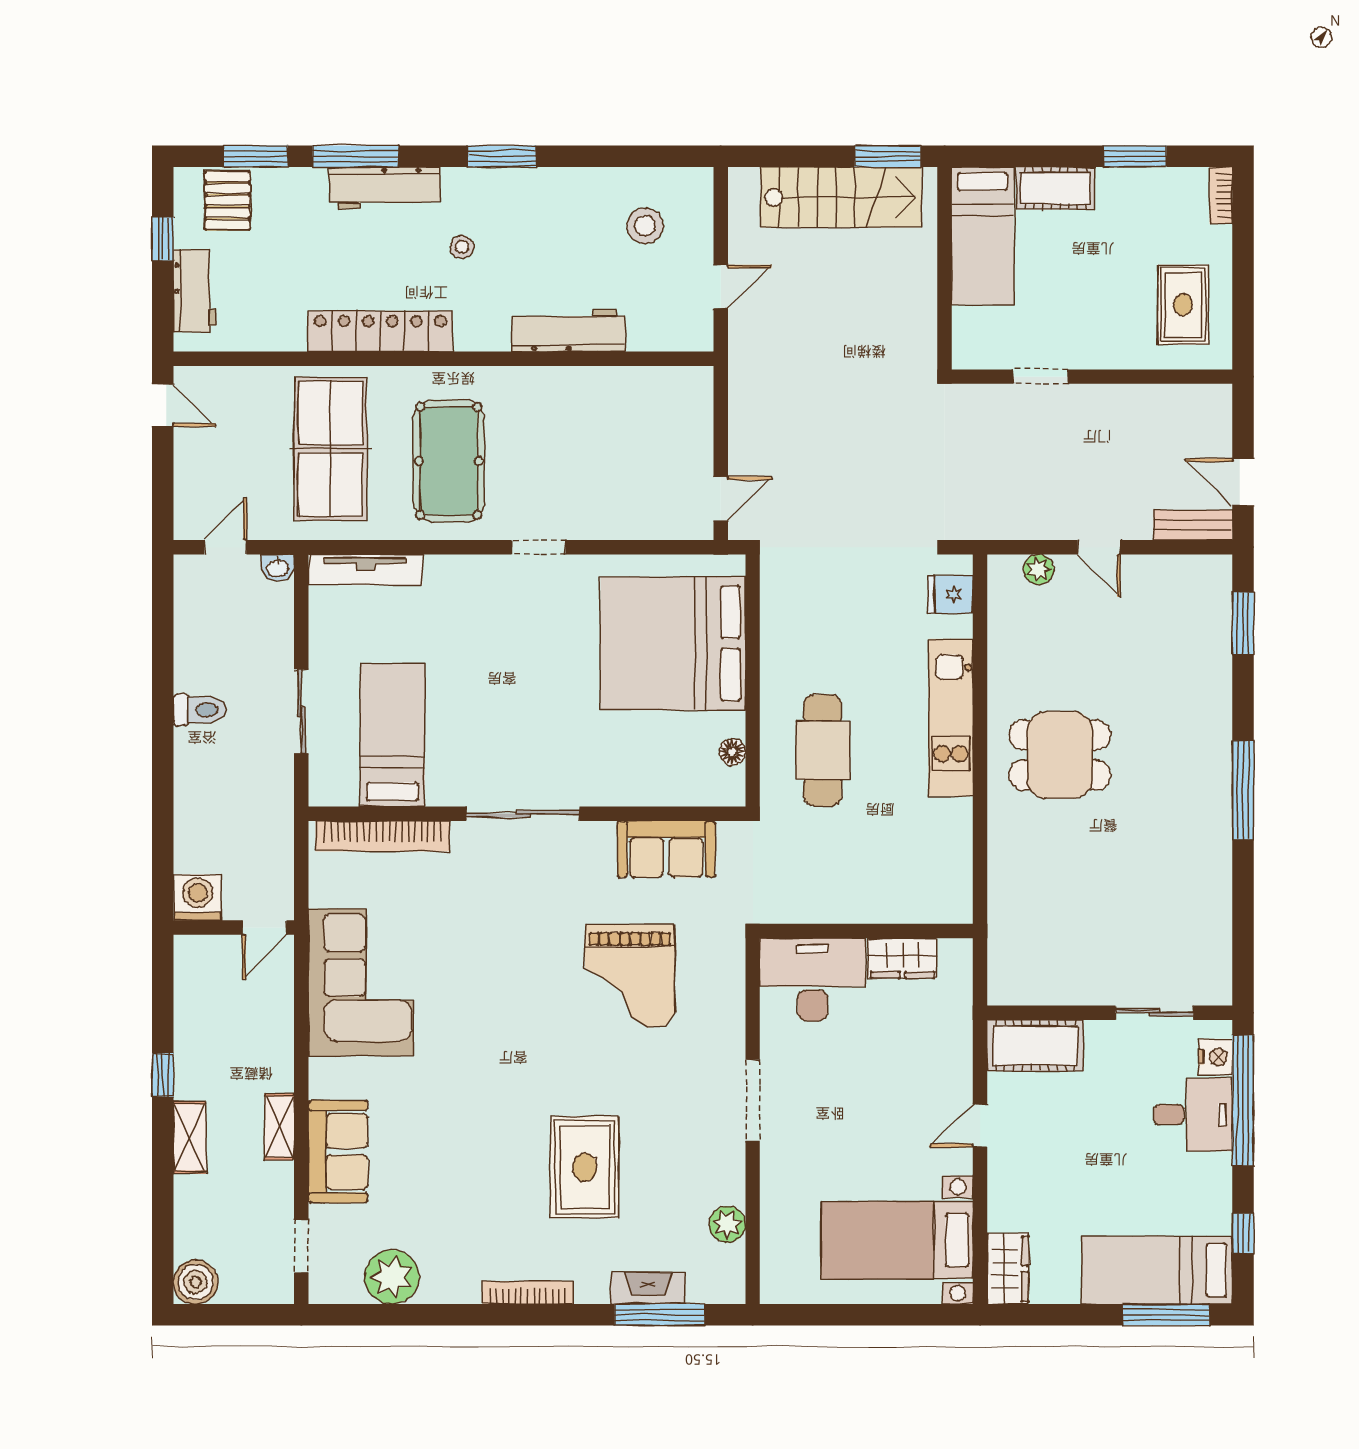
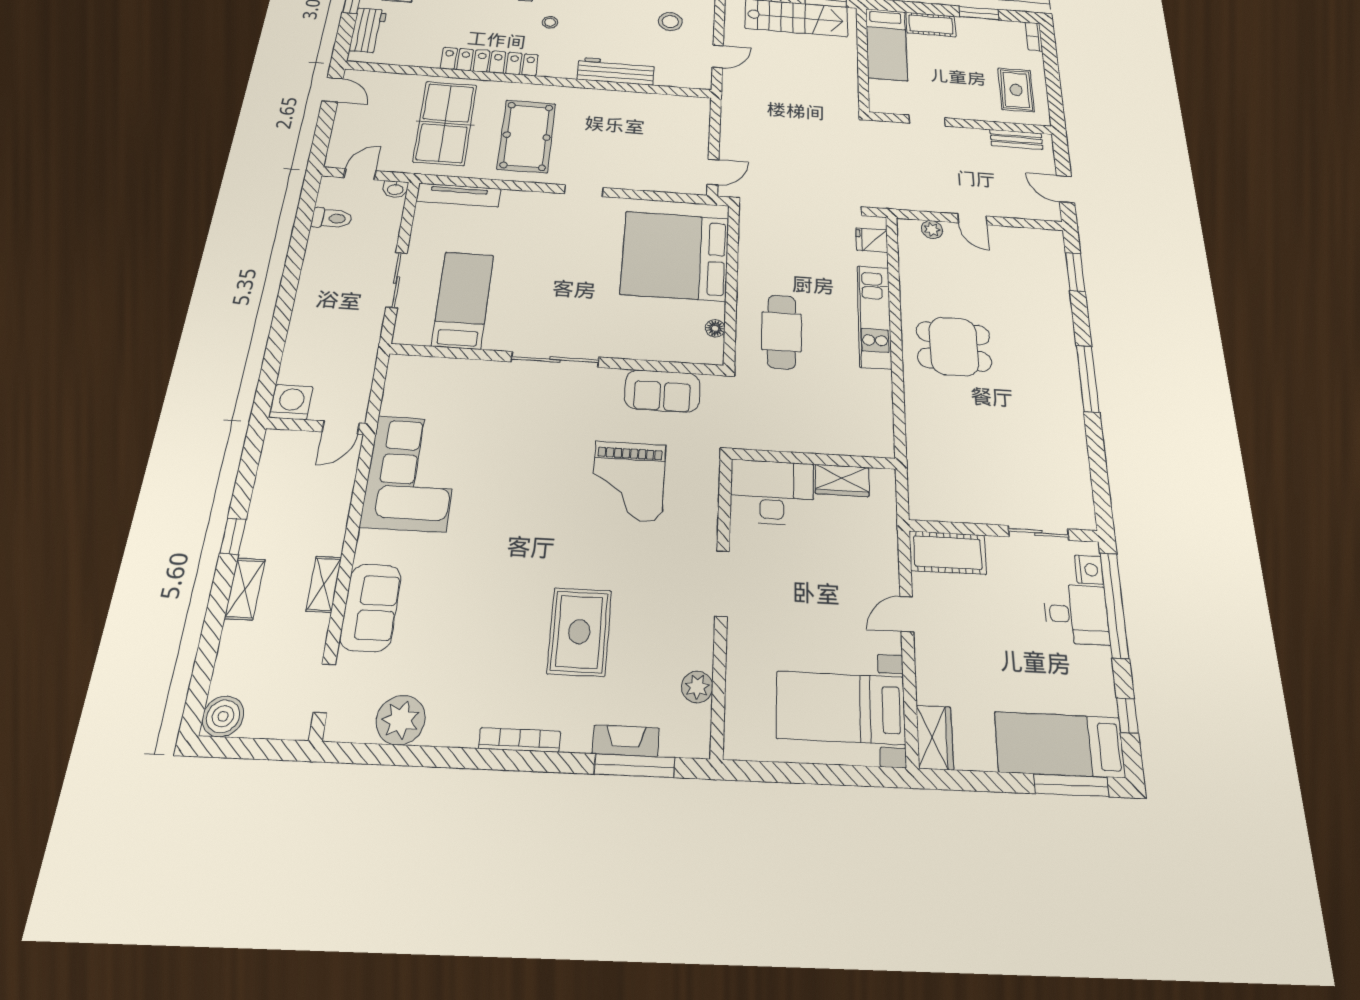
bench: (1193, 525) -> (1016, 139), moved
toilet: (200, 710) -> (332, 218), moved
bookcase: (383, 836) -> (445, 368), removed

